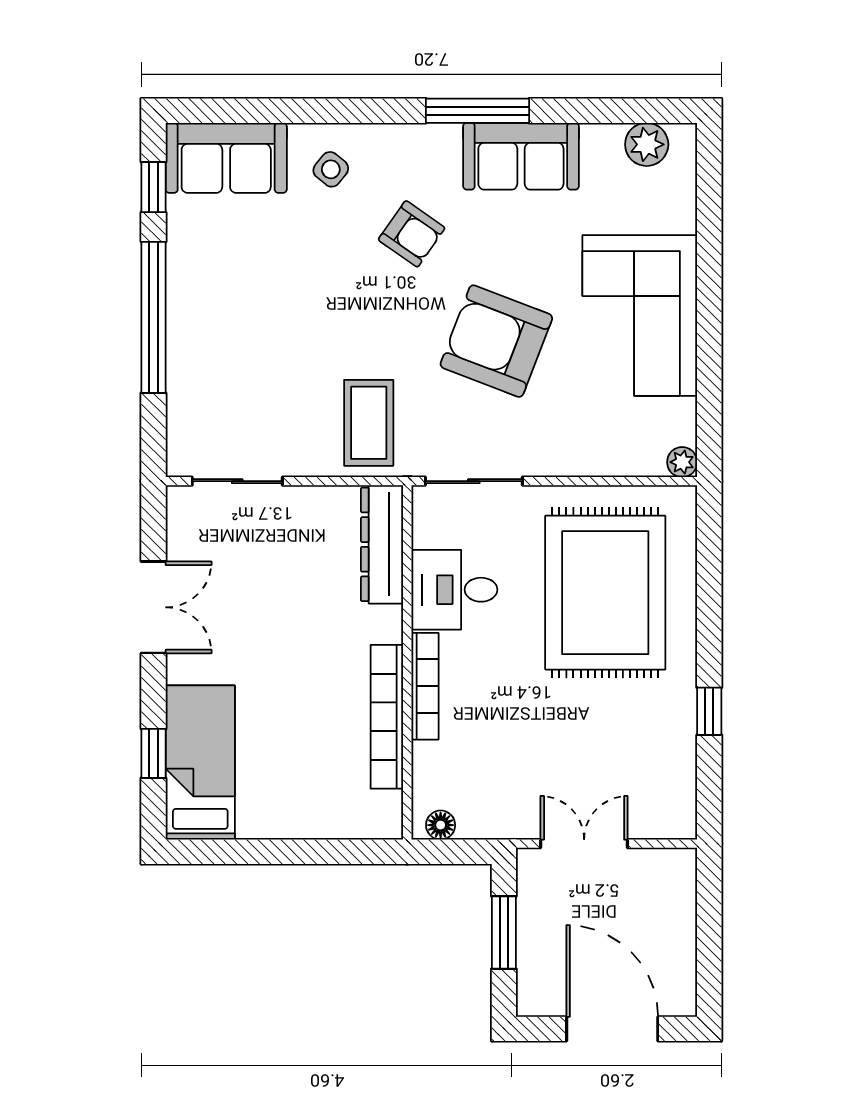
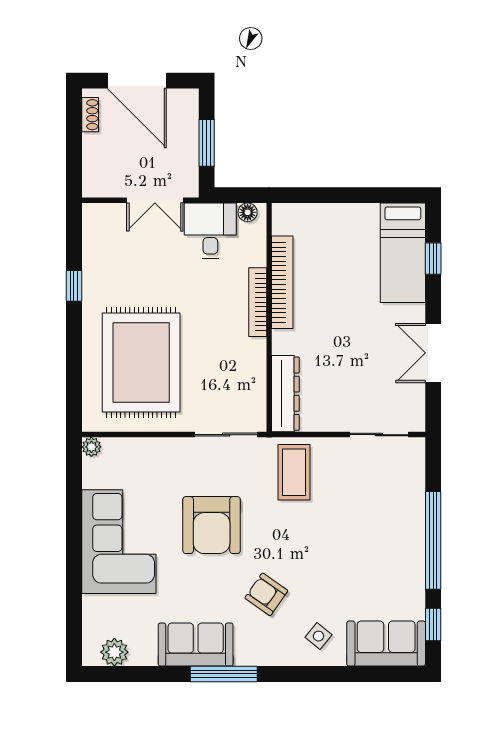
armchair: (496, 341) -> (212, 525), turned 69
desk: (454, 590) -> (210, 231), moved, turned -90
shoe rack: (684, 976) -> (90, 115), added

